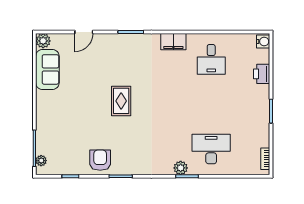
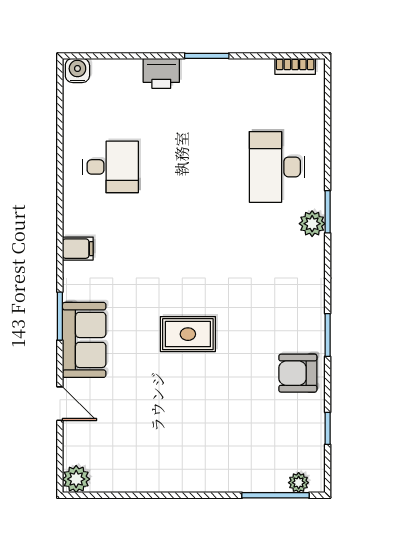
filing cabinet: (173, 42) -> (78, 249), width x0.50
sofa: (47, 69) -> (84, 340), moved, turned 90
printer: (262, 74) -> (161, 73), moved

